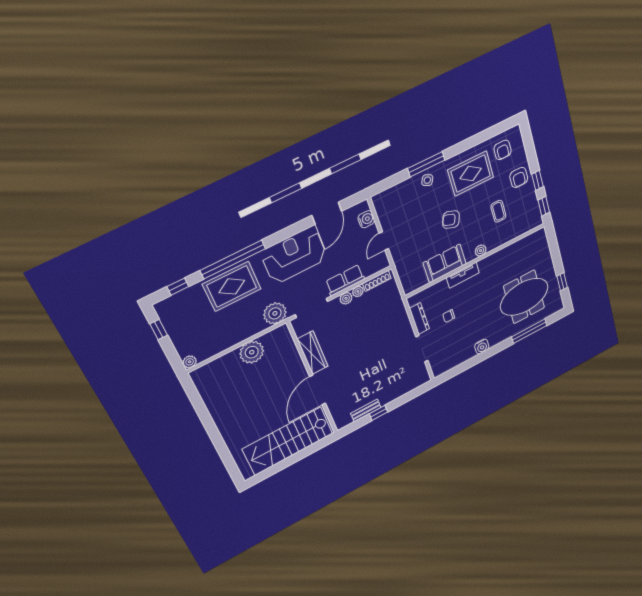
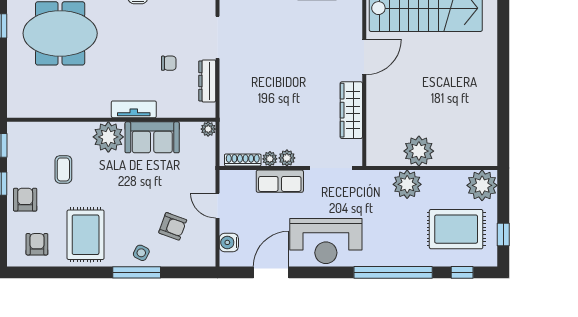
rug: (471, 174) -> (86, 235), turned 90
armchair: (451, 220) -> (173, 226), moved
door: (384, 241) -> (217, 206), swing flipped
plant: (481, 251) -> (108, 137), width x1.87, depth x1.87
rug: (232, 286) -> (456, 229), moved
plant: (408, 289) -> (208, 129), added
plant: (275, 313) -> (407, 184), moved
plant: (190, 362) -> (482, 185), width x1.87, depth x1.87
door: (318, 390) -> (364, 57), width x0.73

